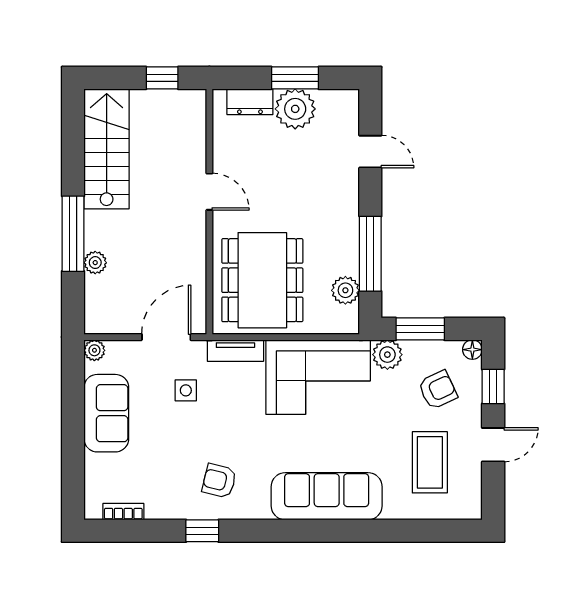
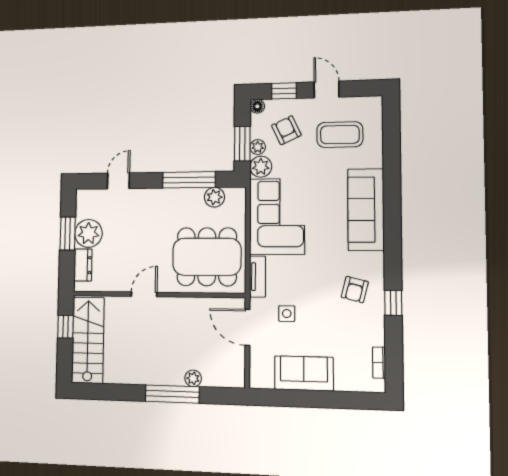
stairs: (107, 149) -> (88, 340), moved, turned 90
plant: (94, 350) -> (258, 147), moved

